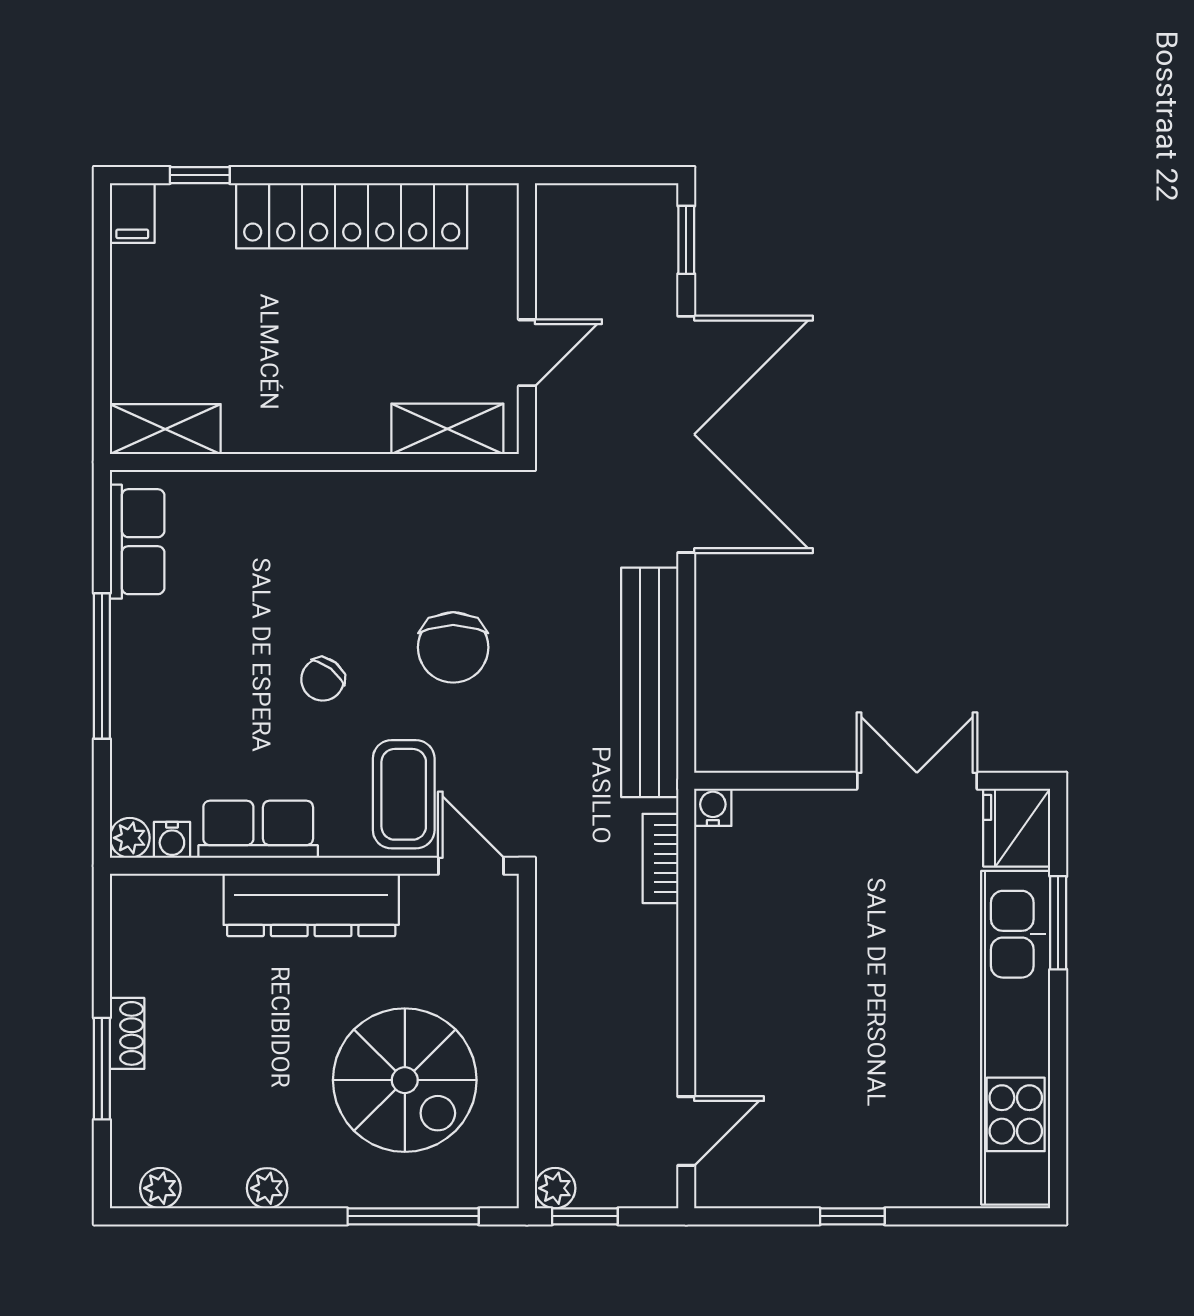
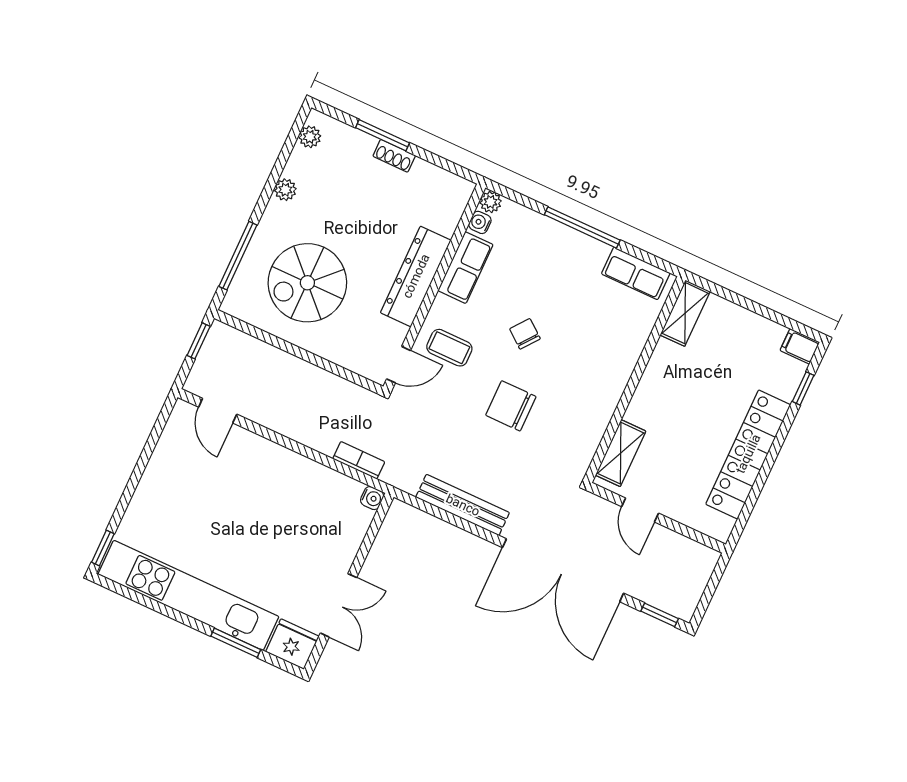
bench: (650, 682) -> (463, 505), width x0.73, depth x0.82
coffee table: (404, 794) -> (449, 348), width x0.73, depth x0.77
plant: (555, 1188) -> (219, 333), removed
window: (852, 1216) -> (103, 548), moved

